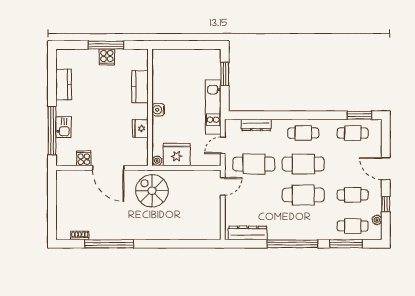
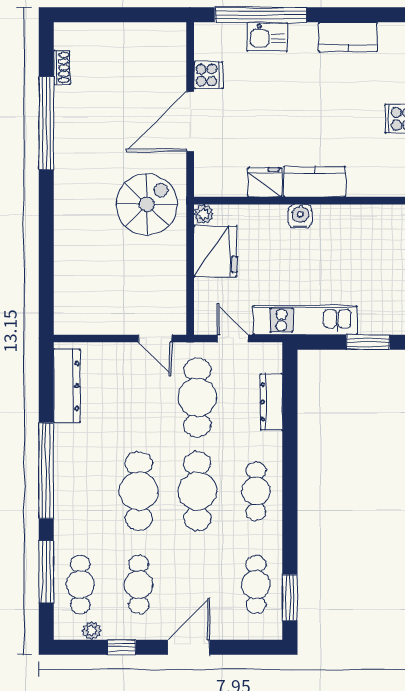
kitchen counter: (140, 87) -> (315, 181), moved

